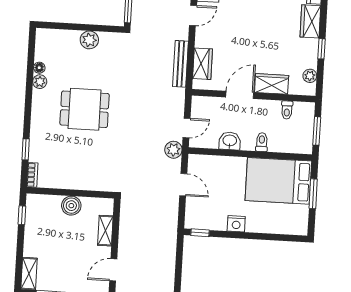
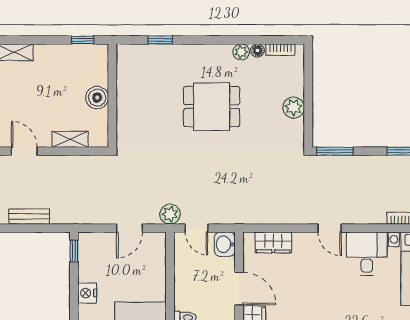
bench: (180, 64) -> (29, 217), moved, width x0.73
dining table: (85, 109) -> (212, 107), turned 90
washbasin: (230, 141) -> (225, 244), moved, turned 180
bookcase: (32, 175) -> (280, 50), moved

